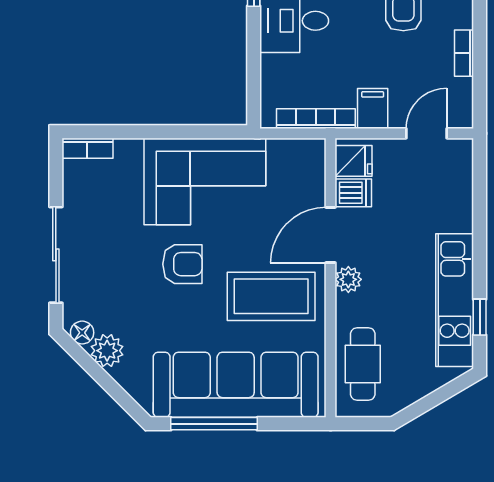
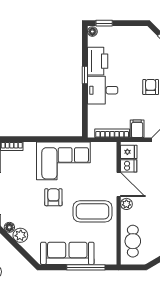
door: (331, 235) -> (119, 184), swing flipped
armchair: (182, 264) -> (53, 197), turned -90
sofa: (236, 385) -> (67, 253), width x0.74, depth x0.79
window: (214, 424) -> (86, 267), moved

